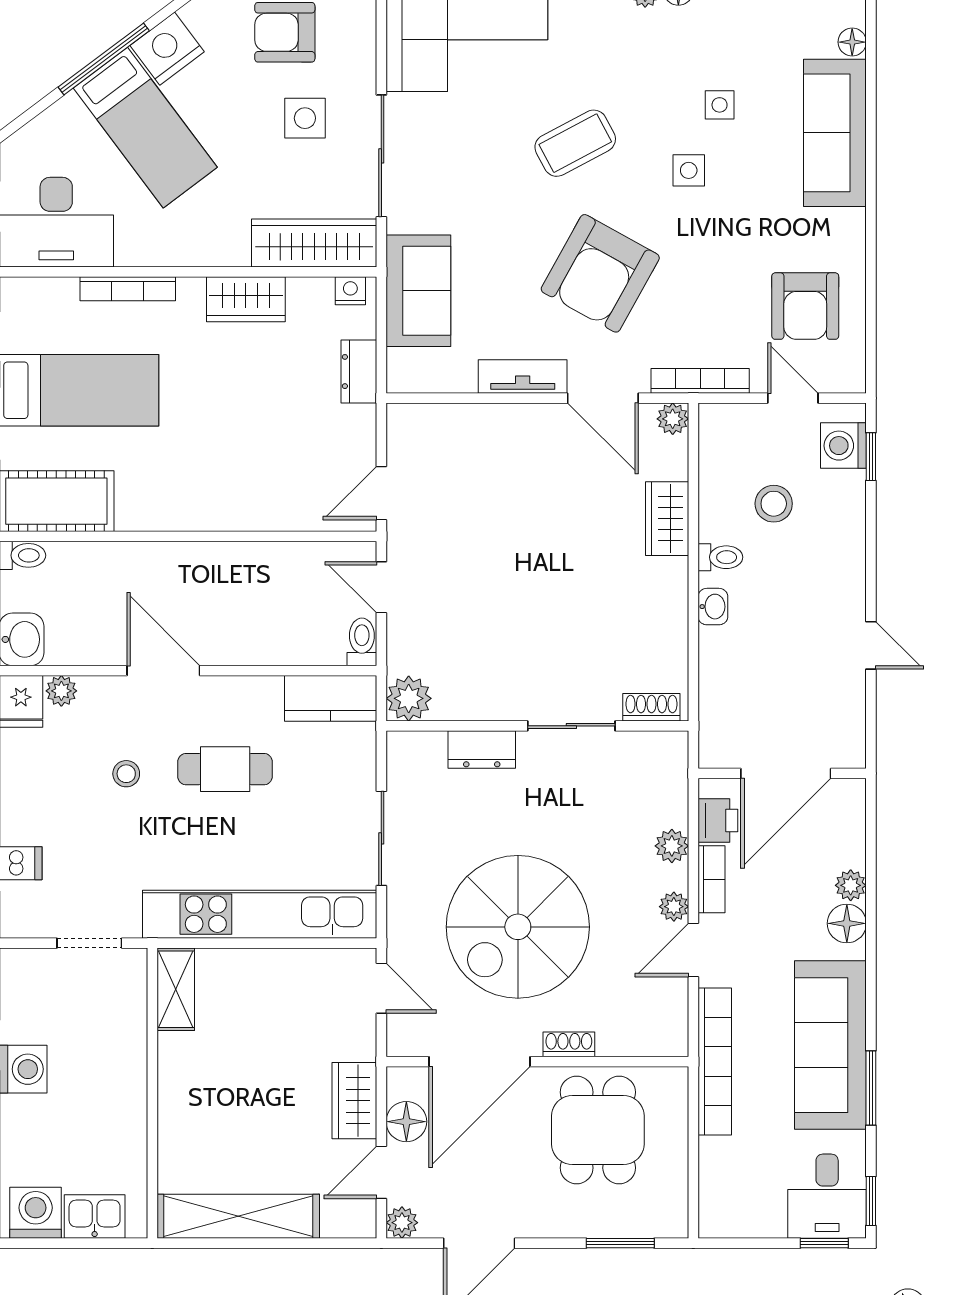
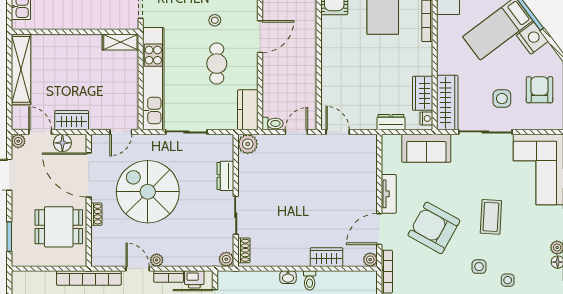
coffee table: (575, 143) -> (491, 217), turned 31
wardrobe: (246, 299) -> (423, 93), moved
plant: (672, 846) -> (226, 259), moved

